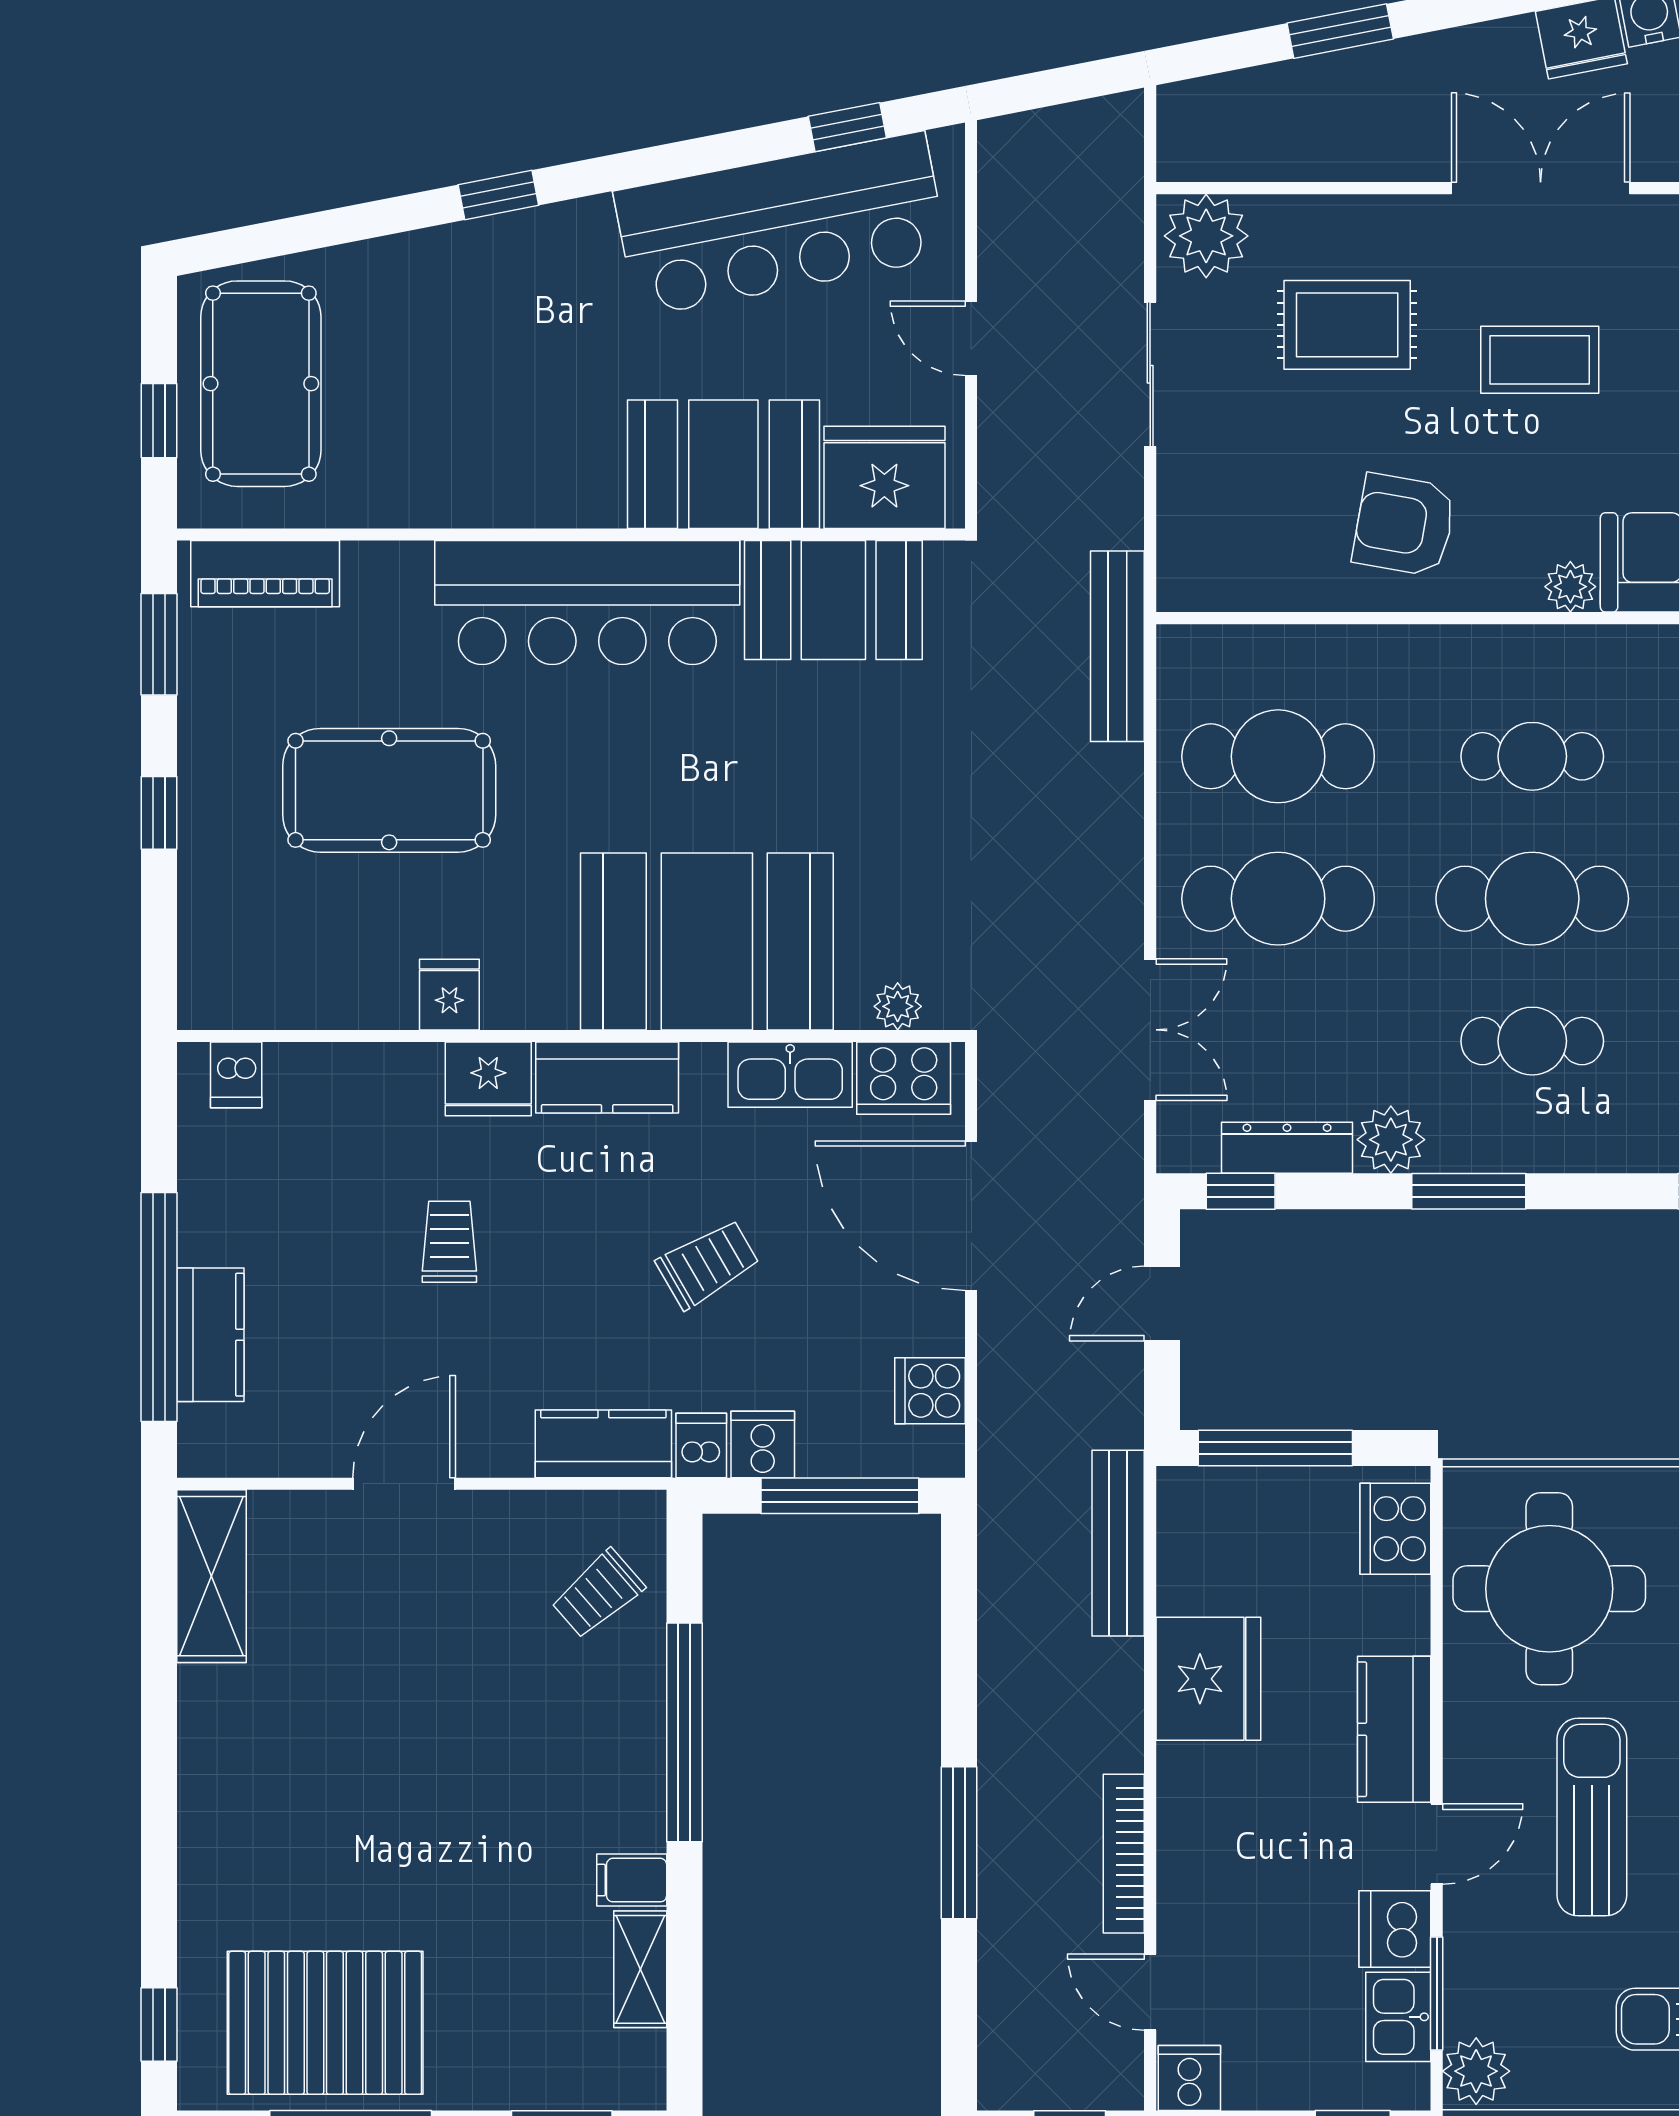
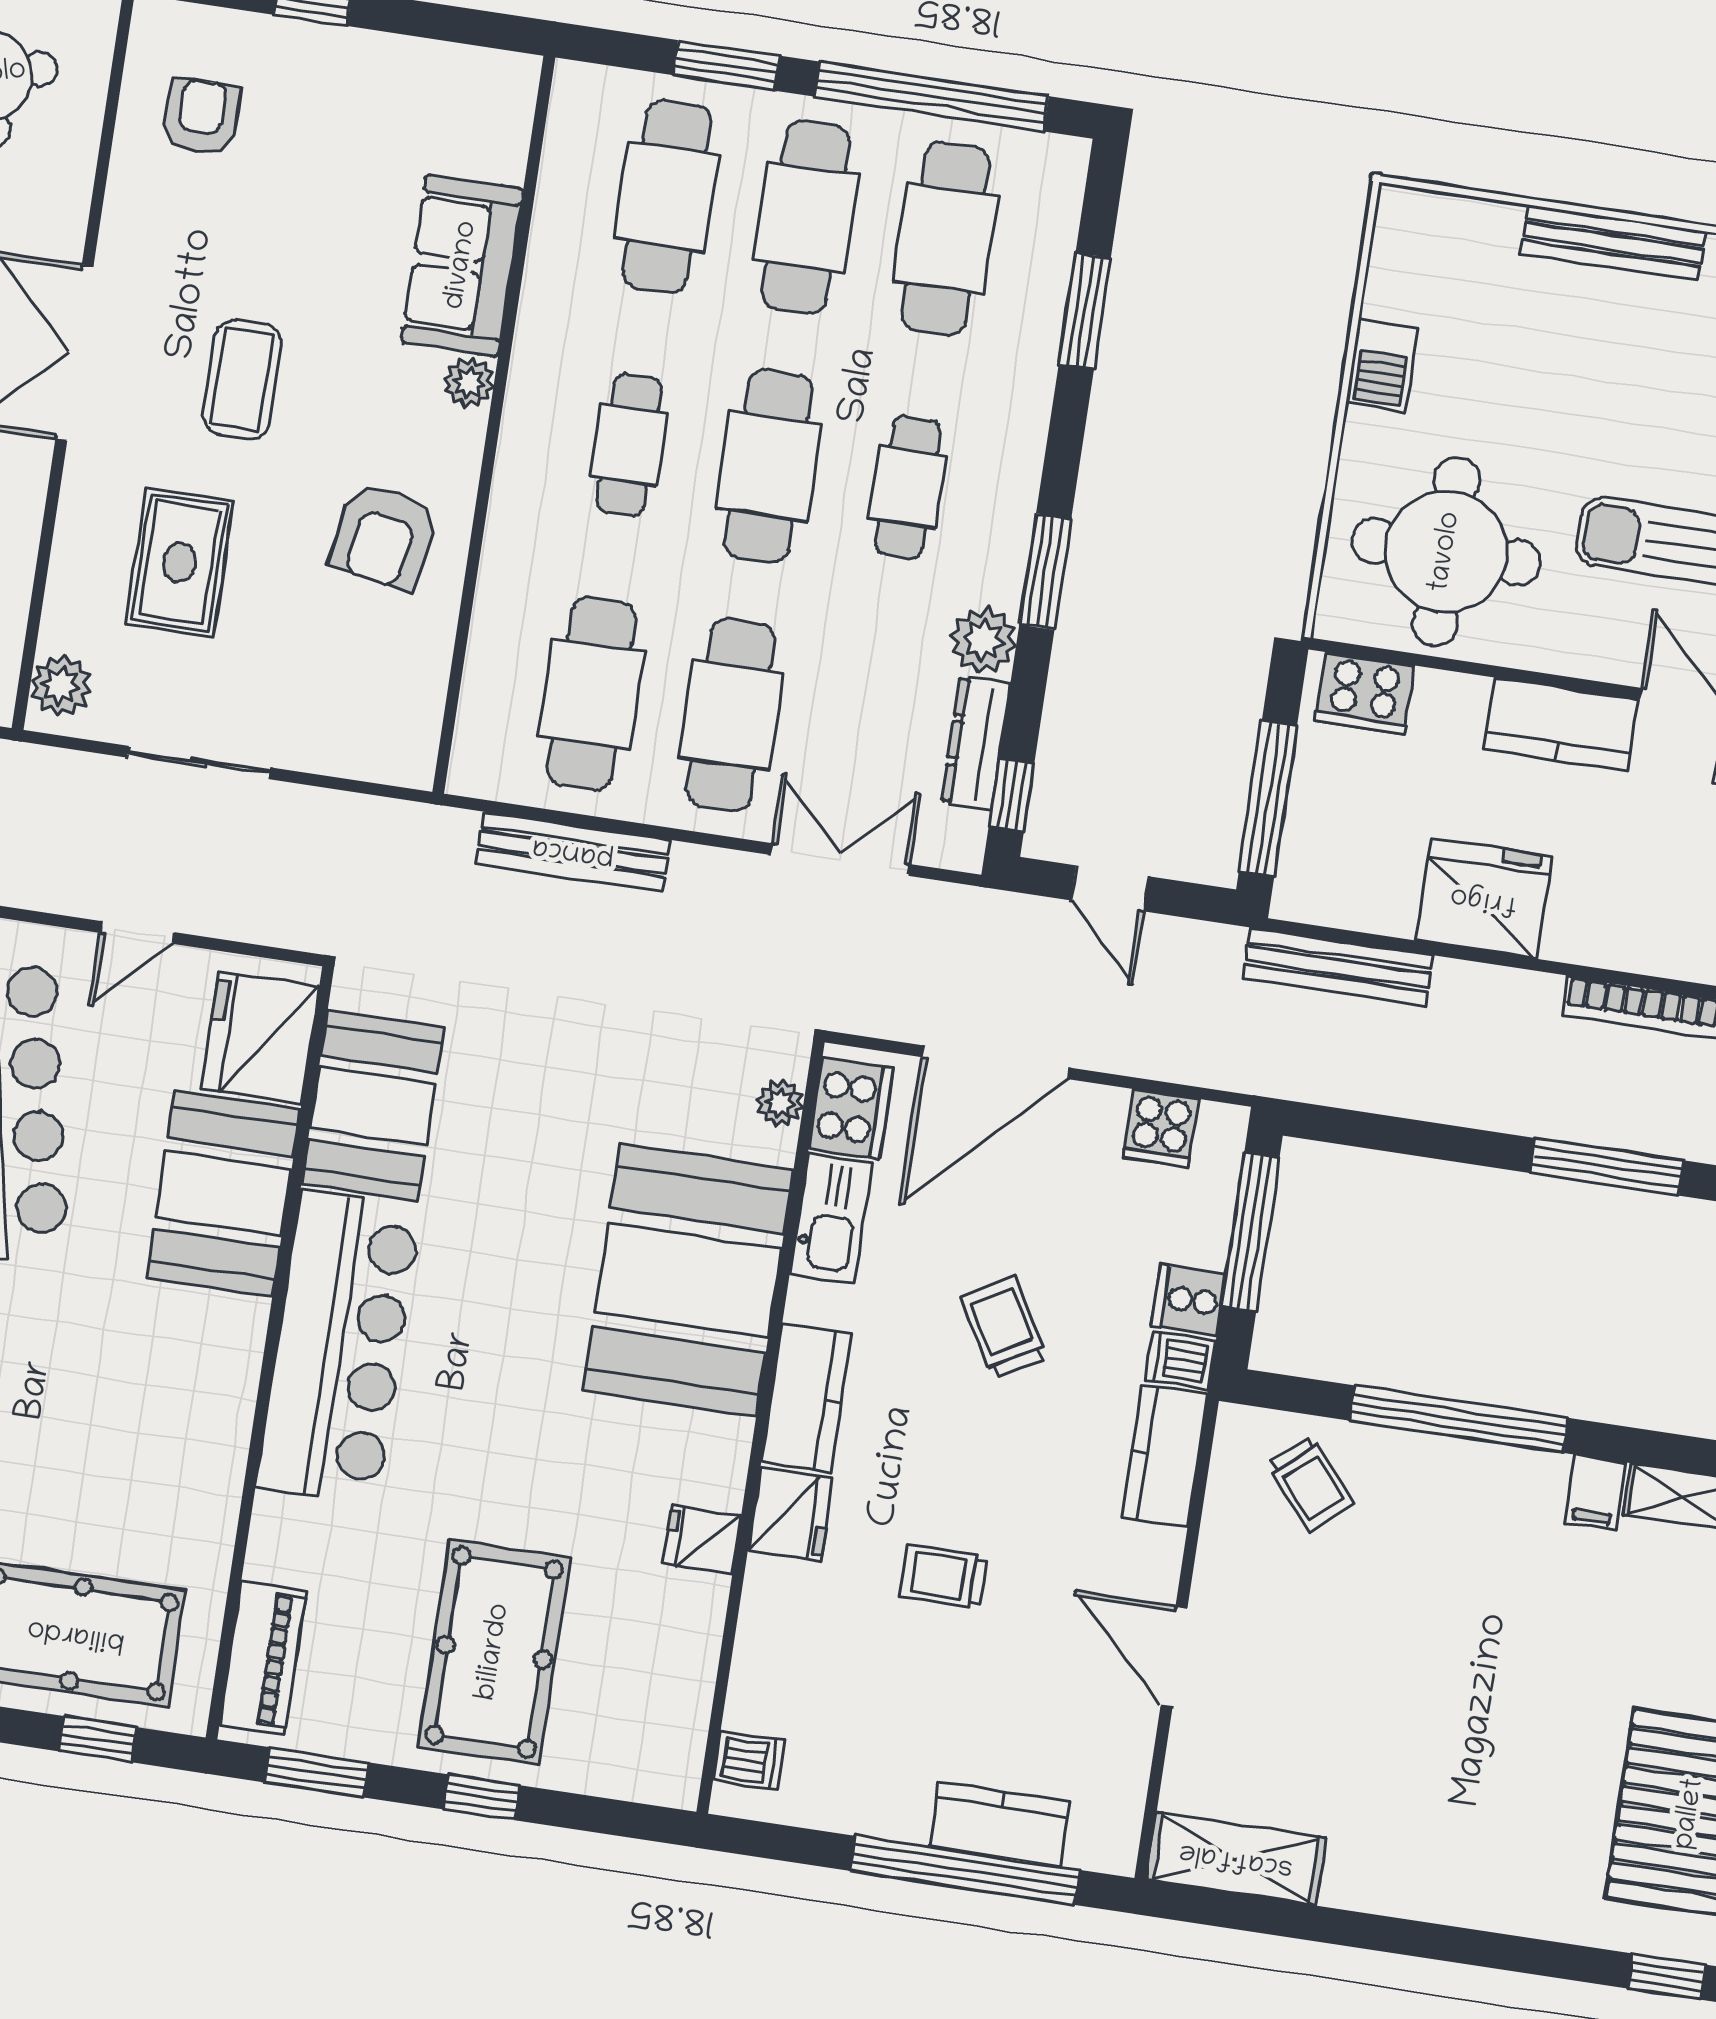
plant: (1206, 236) -> (61, 686), width x0.73, depth x0.73
bench: (1117, 646) -> (573, 852), moved
pool table: (389, 790) -> (494, 1652), moved

